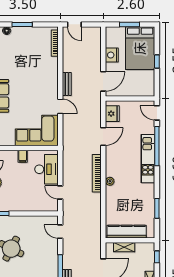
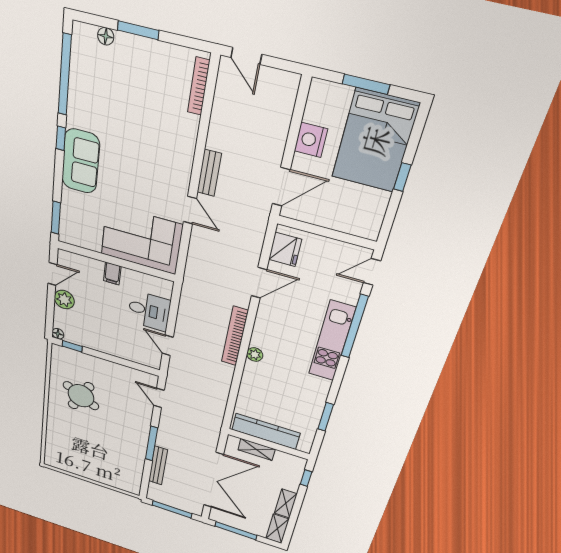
door: (157, 113) -> (372, 272), hinge flipped
desk: (46, 169) -> (149, 311), width x0.73

